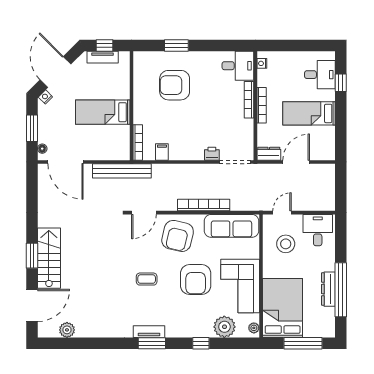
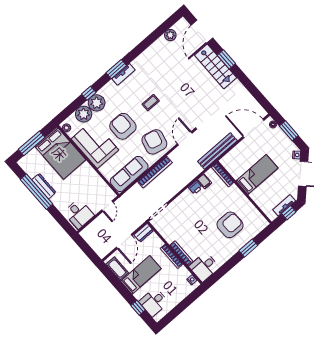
cot: (327, 141) -> (117, 269), added
printer: (212, 154) -> (195, 187), moved
stool: (286, 244) -> (90, 190), removed
plant: (202, 326) -> (97, 103), added

